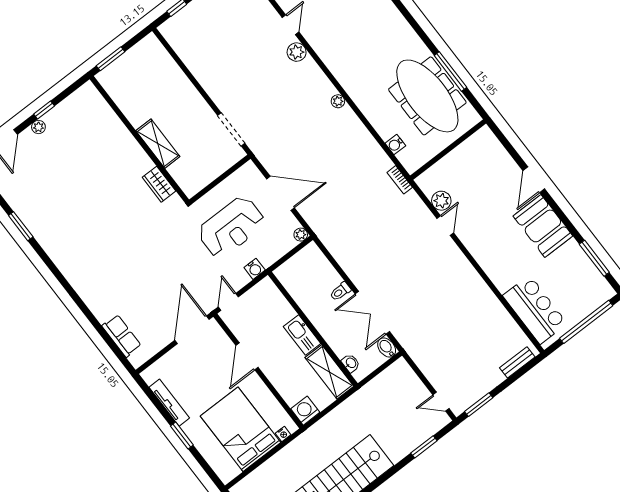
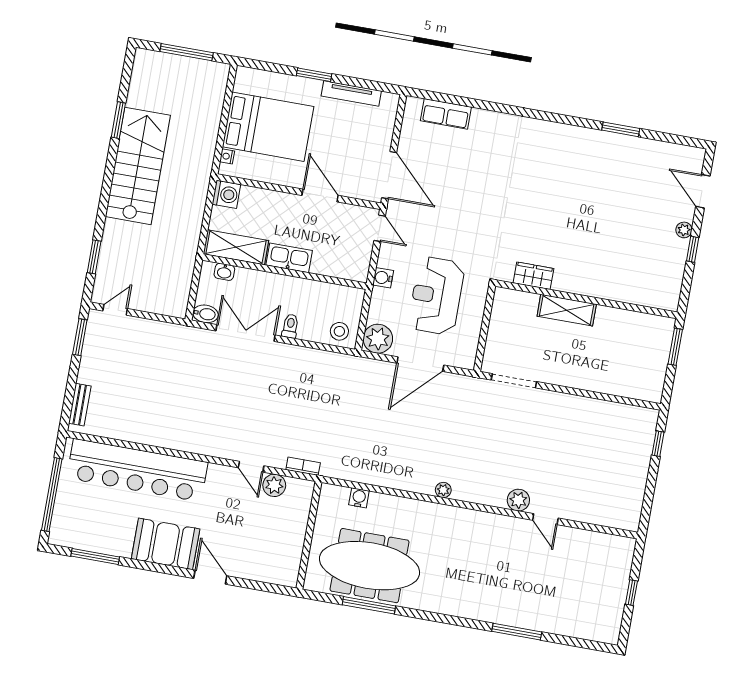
bookcase: (400, 180) -> (303, 466), moved
plant: (301, 235) -> (378, 339), width x1.87, depth x1.87
stool: (313, 260) -> (339, 331), added
bar counter: (535, 310) -> (137, 470), width x1.86

